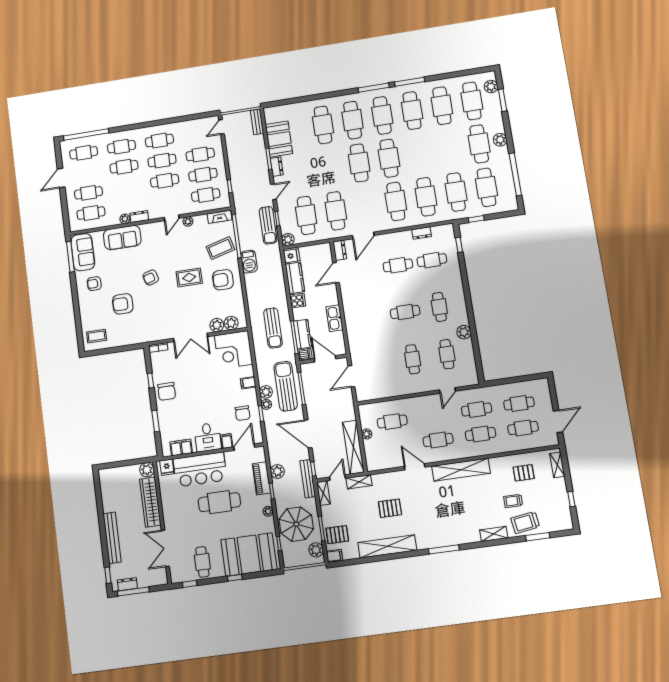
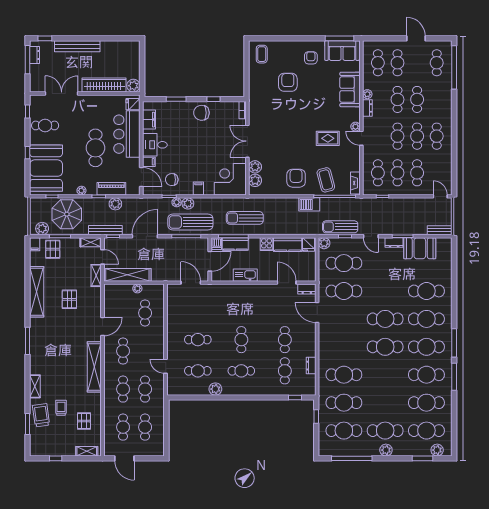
cafe table: (121, 147) -> (397, 99), moved
cafe table: (396, 201) -> (344, 347), removed
plant: (188, 221) -> (355, 127), moved
armchair: (151, 277) -> (308, 111), removed
rug: (189, 277) -> (328, 138), moved, turned 90
sun lounger: (286, 386) -> (190, 222), turned 180

